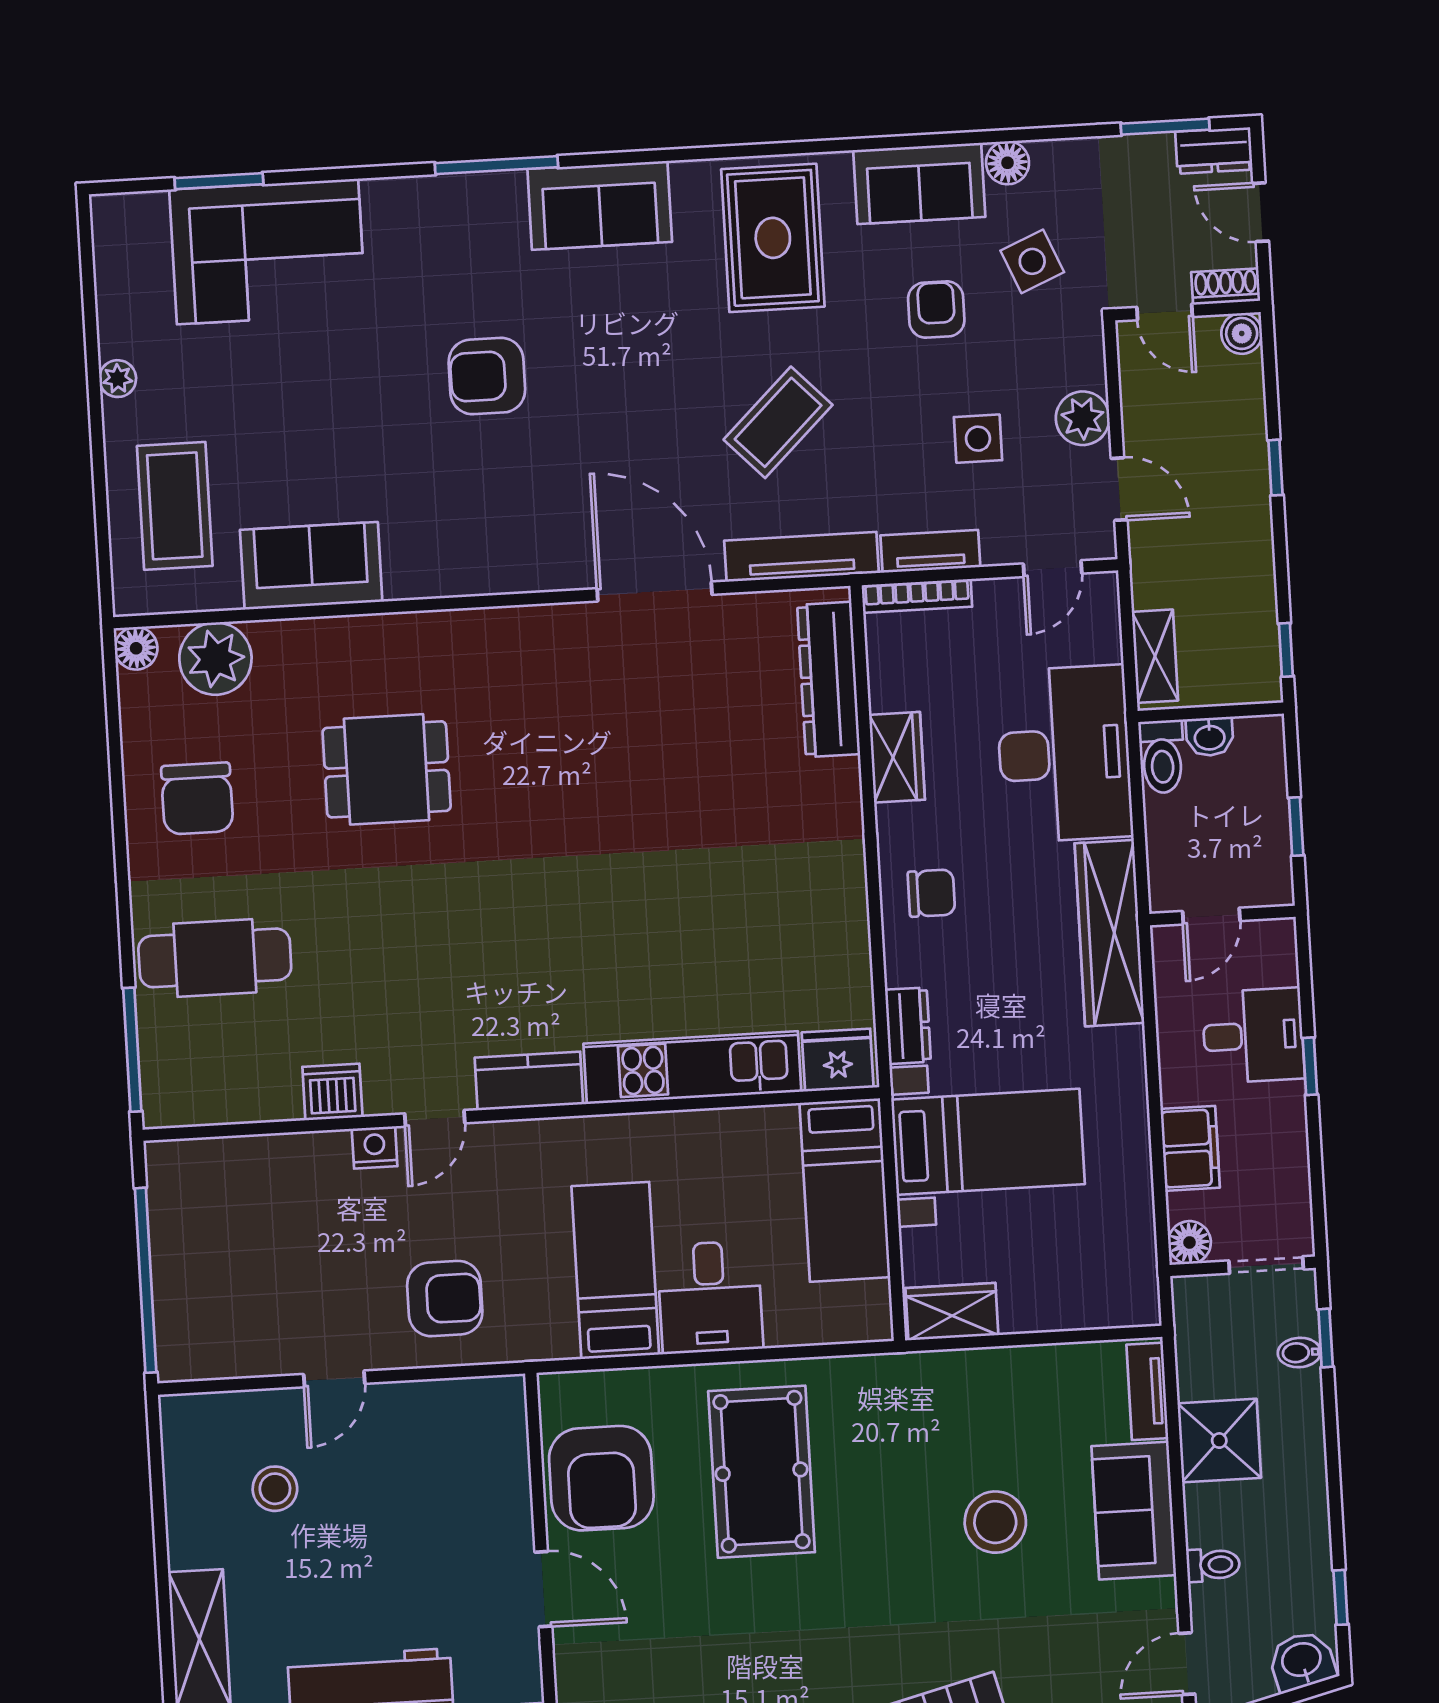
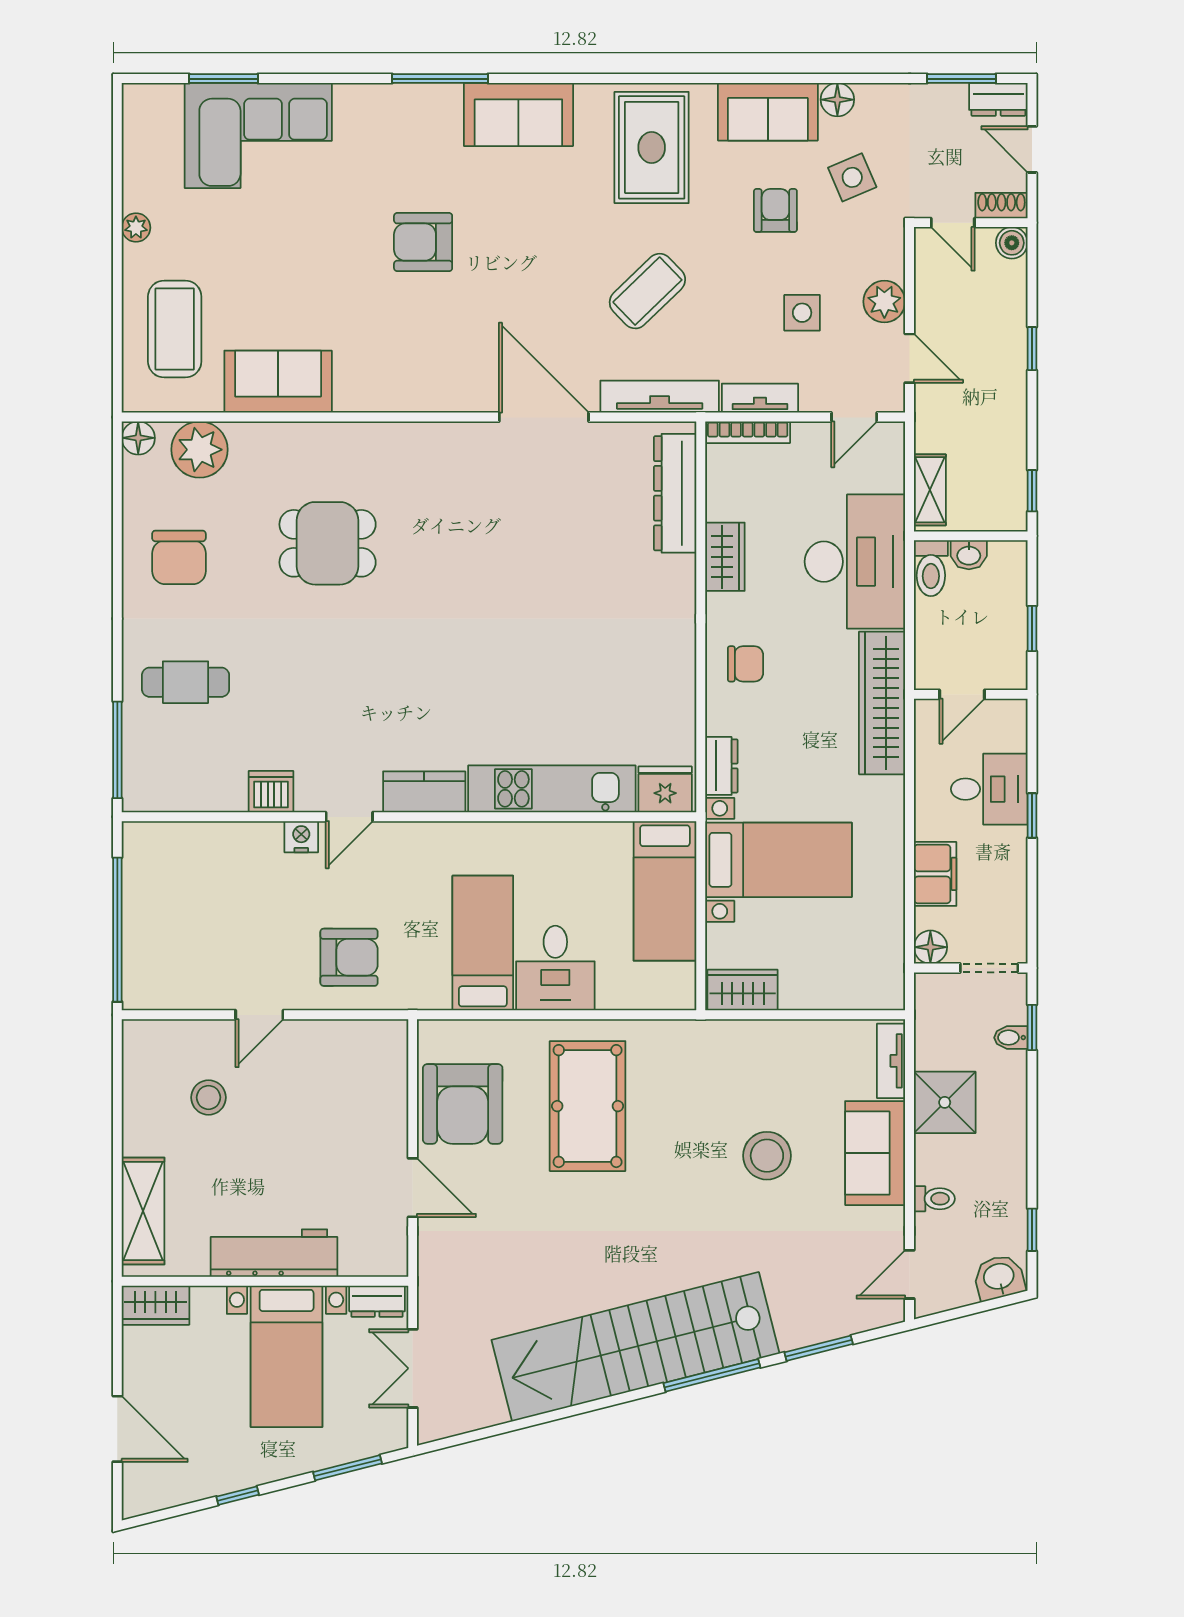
cafe table: (215, 958) -> (186, 682), width x0.73, depth x0.74

